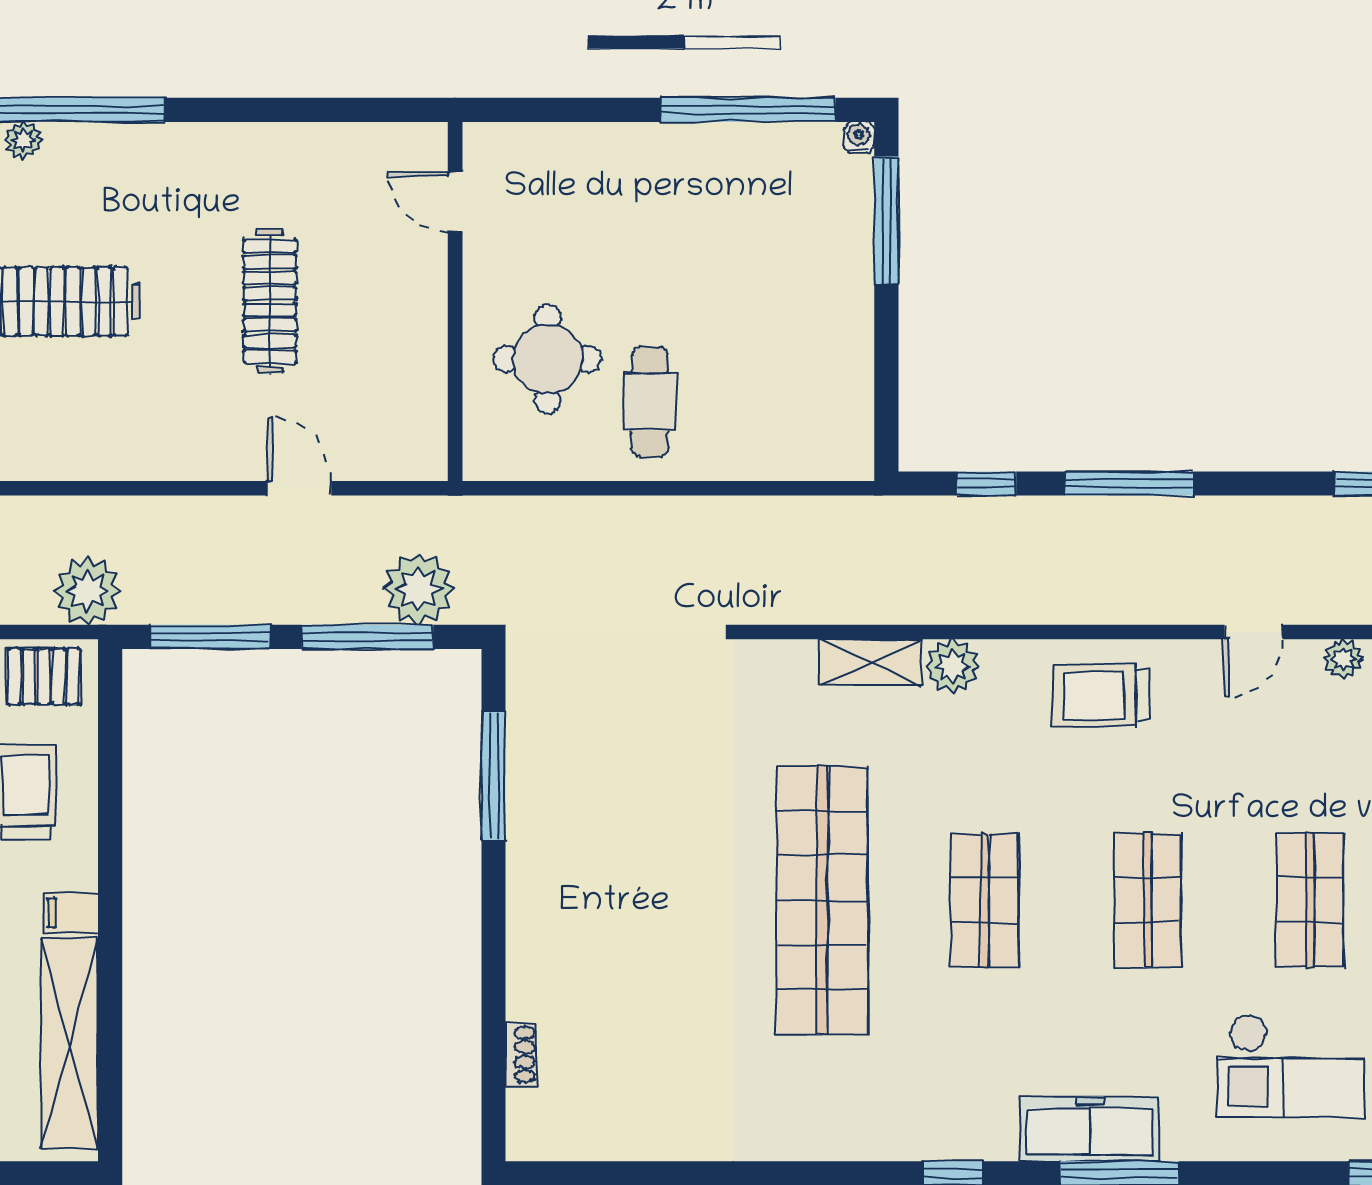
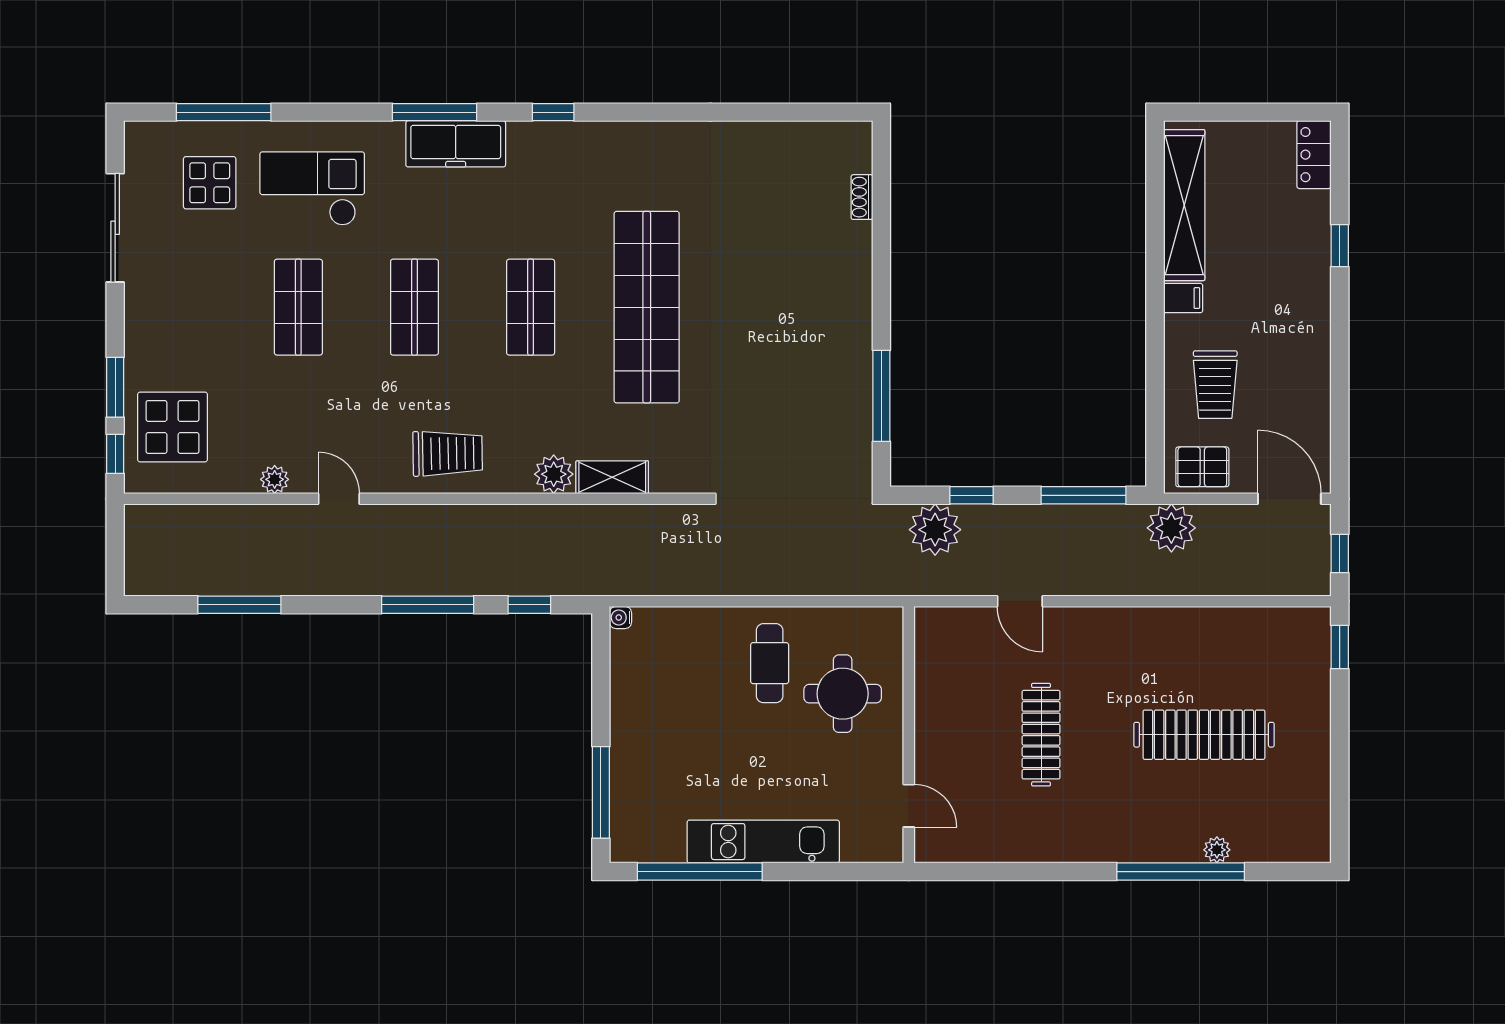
water cooler: (859, 137) -> (620, 617), moved, turned 90
kitchen unit: (659, 152) -> (763, 842), added
door: (1253, 632) -> (339, 499), hinge flipped
window: (367, 637) -> (971, 495), width x0.46

